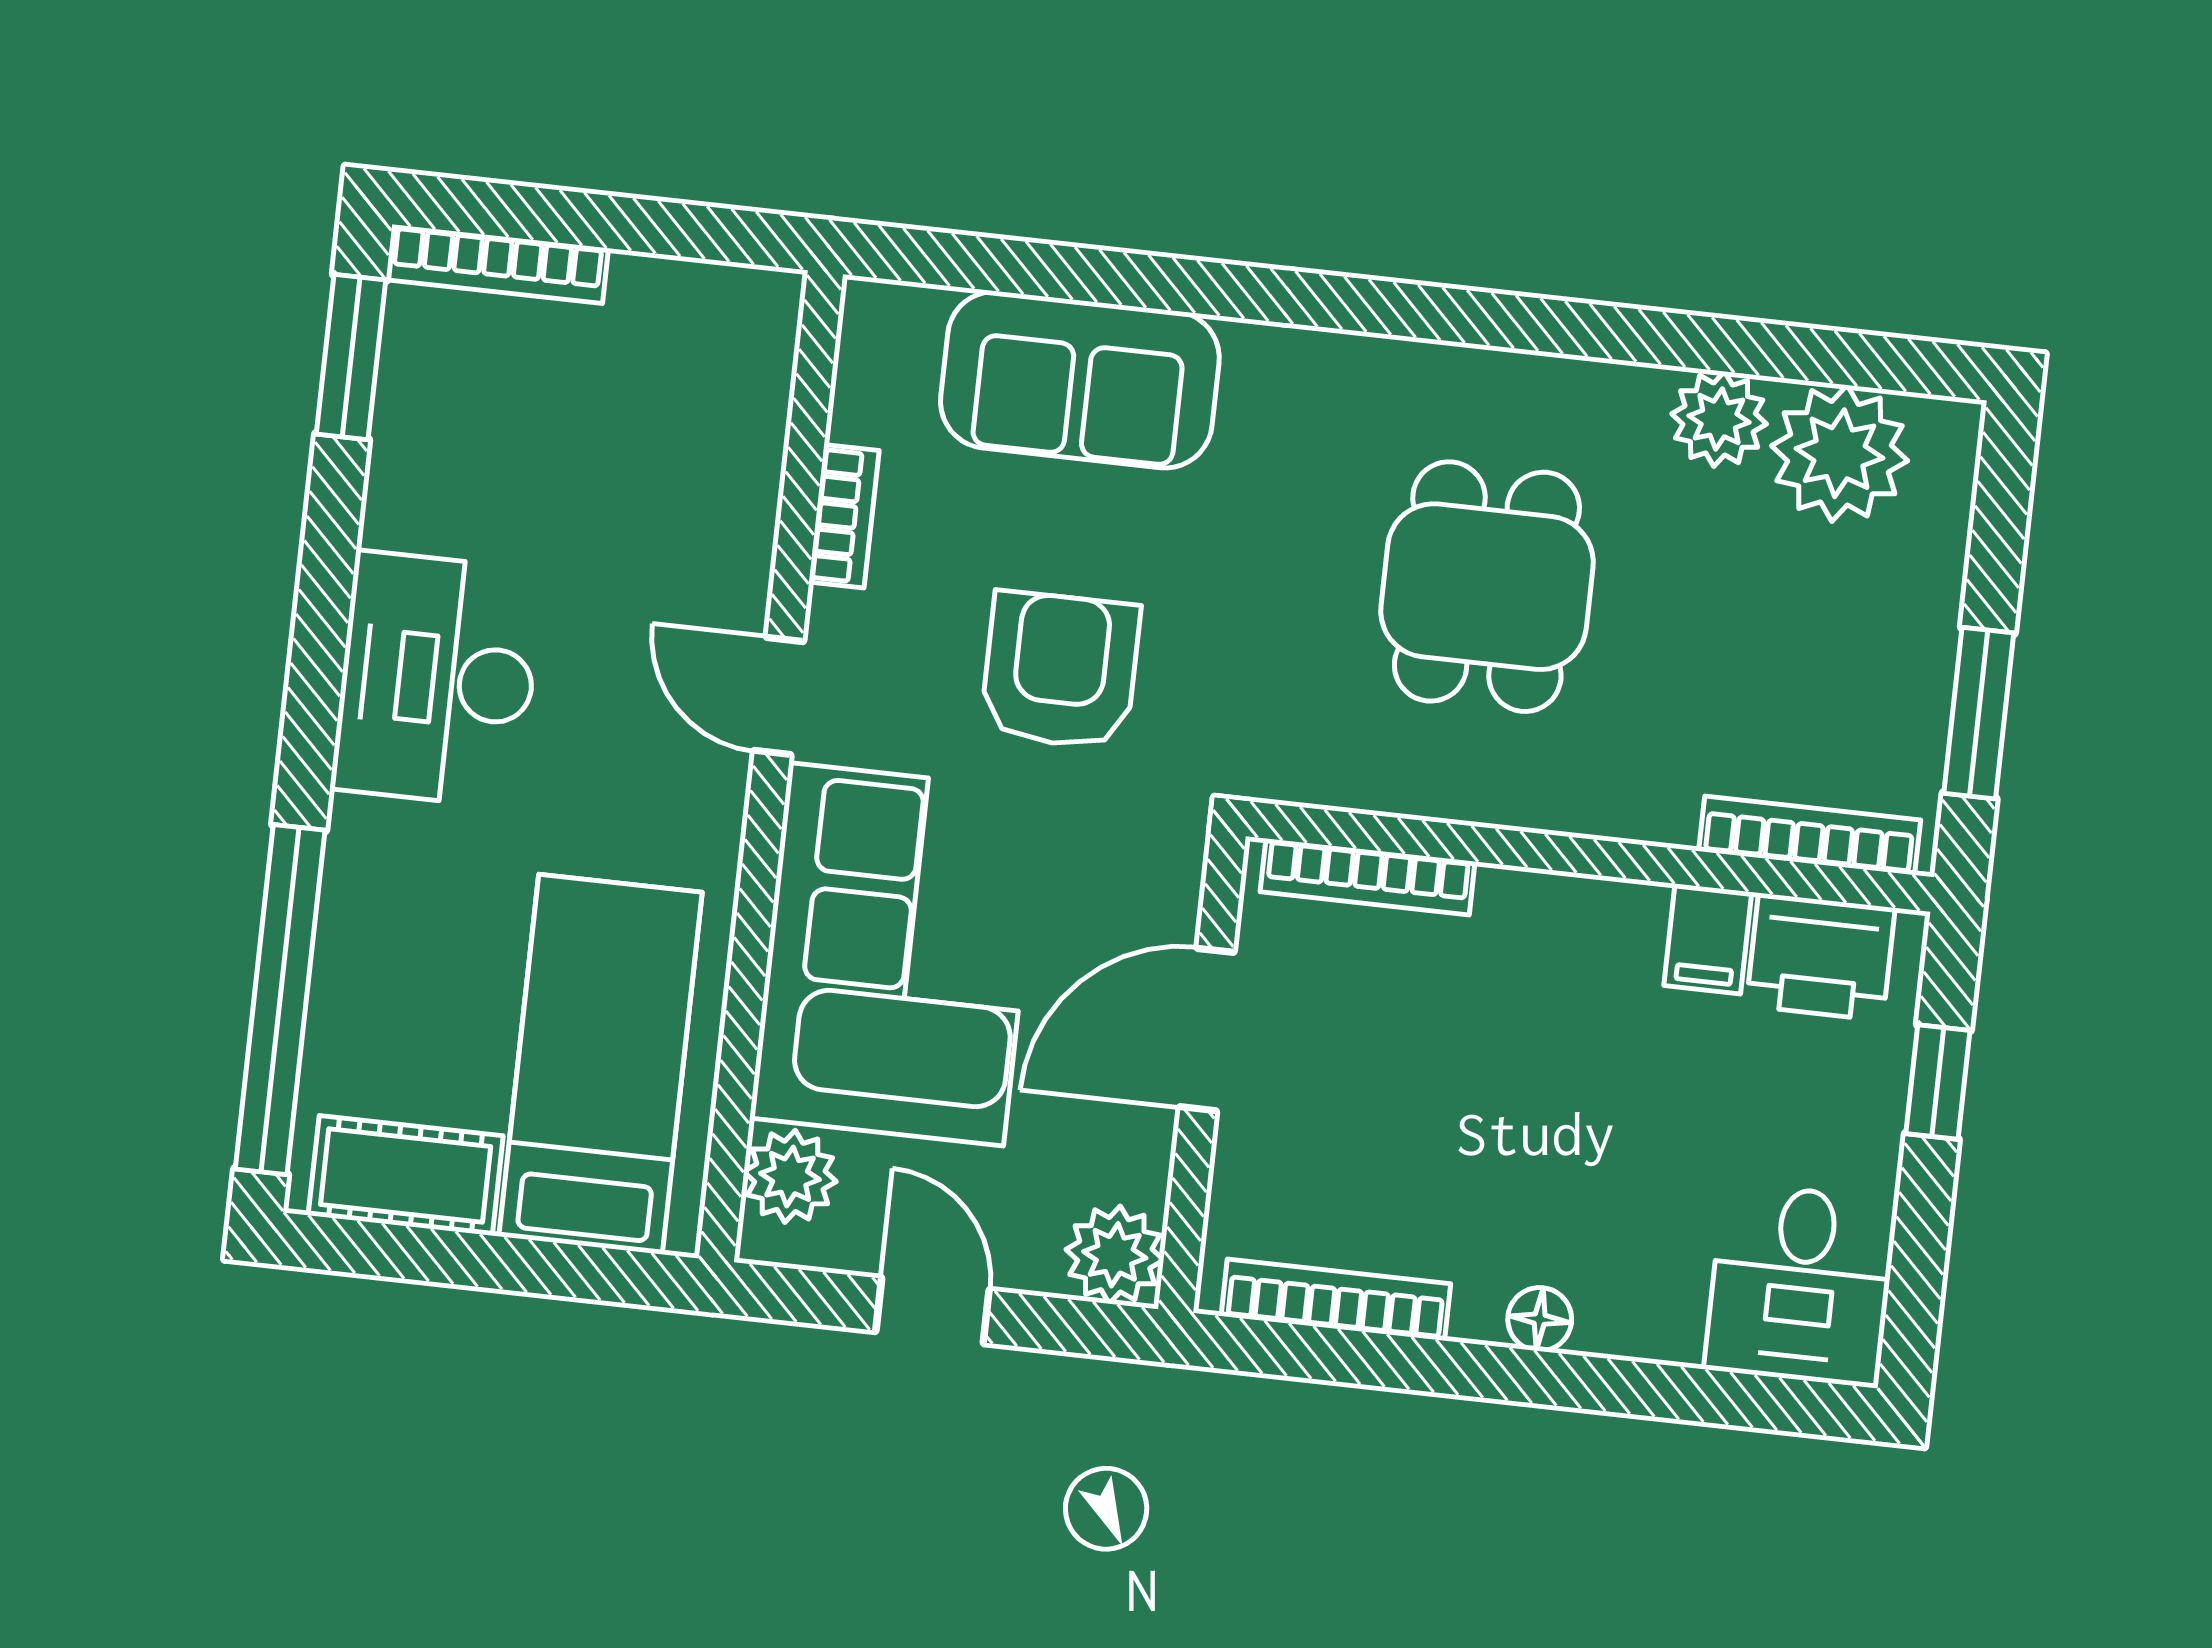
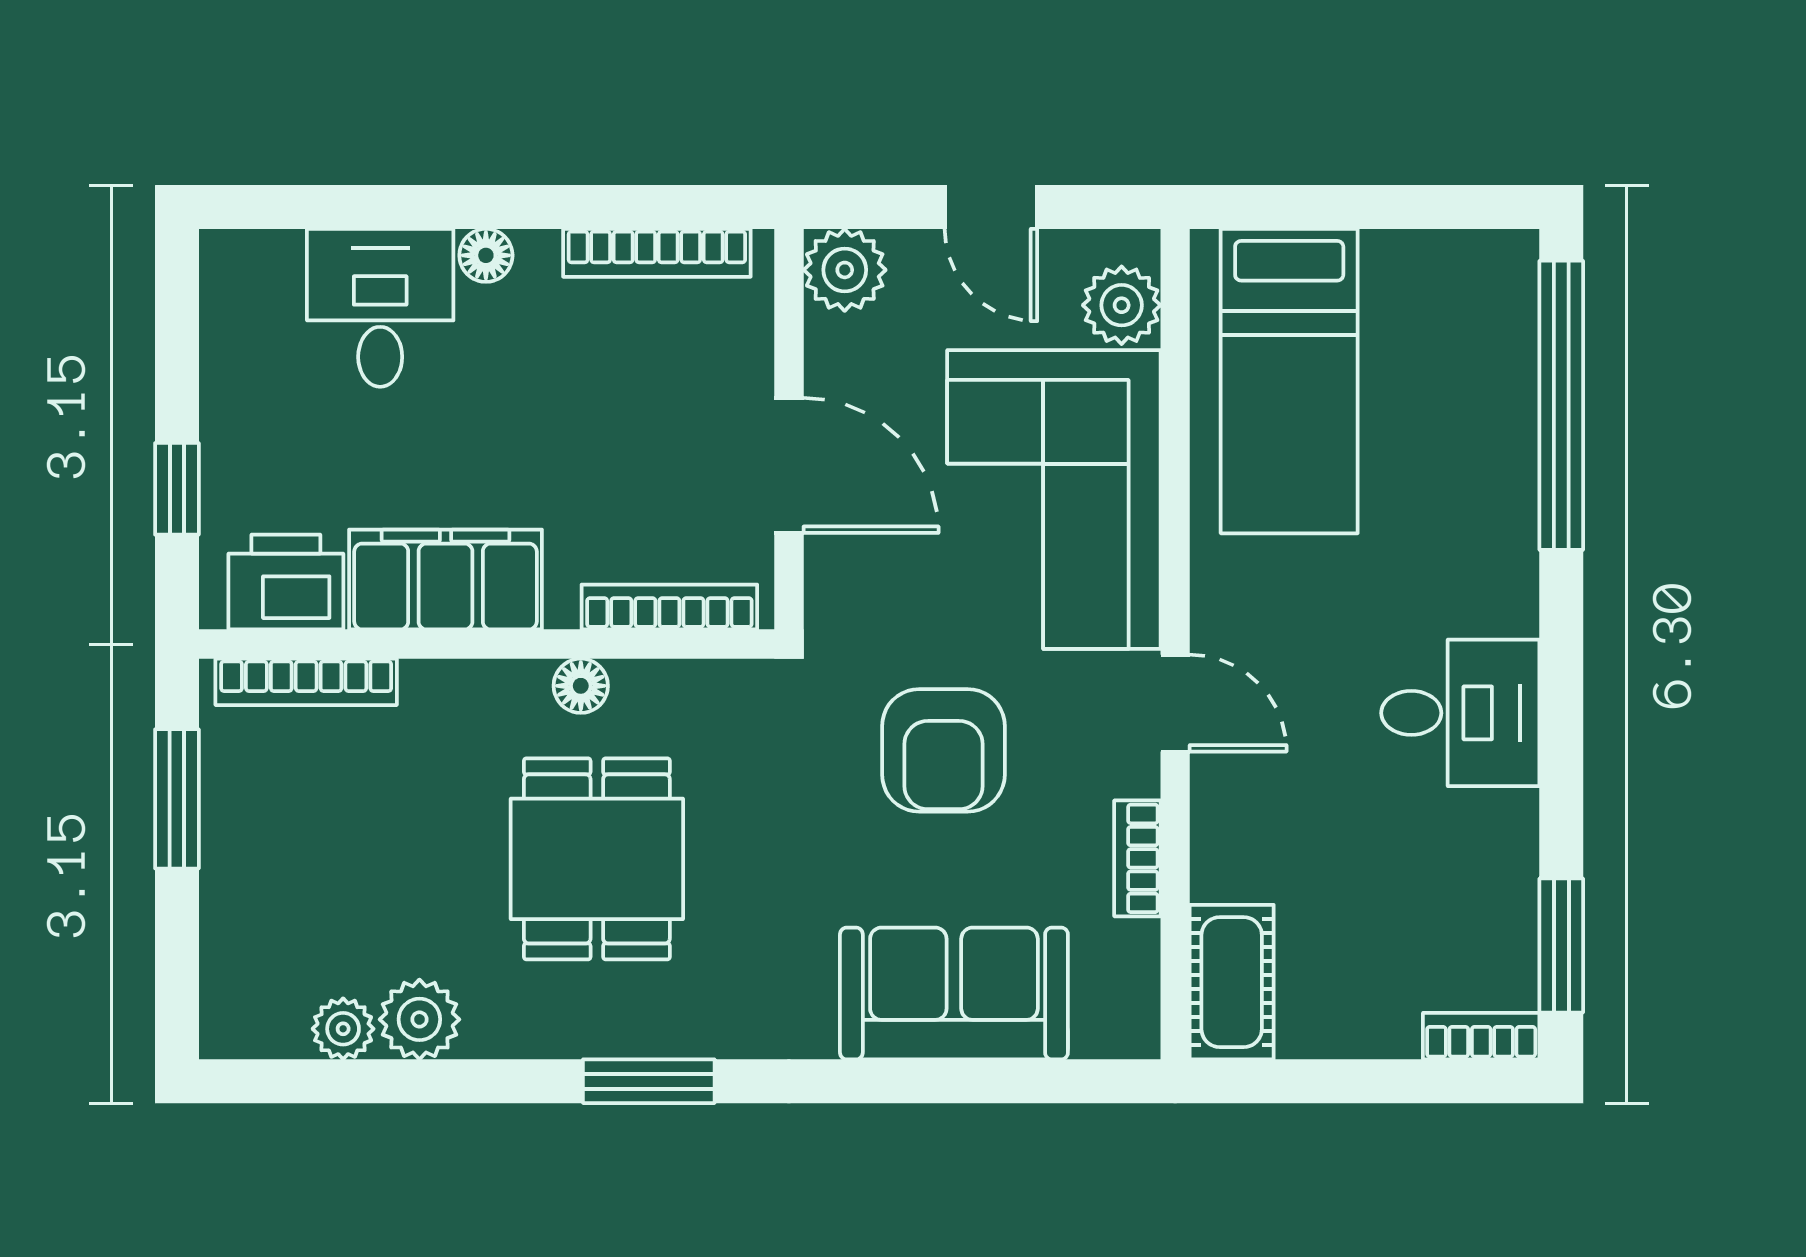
bookcase: (497, 264) -> (1481, 1036), width x0.64
window: (1454, 315) -> (649, 1081), added
plant: (1840, 453) -> (343, 1029), width x0.53, depth x0.53
desk: (437, 679) -> (1460, 713), width x0.73
floor lamp: (1483, 795) -> (581, 686), added
filing cabinet: (1708, 939) -> (446, 580), width x3.00, depth x1.17
door: (1207, 1030) -> (789, 465), hinge flipped
cot: (406, 1175) -> (1232, 982), moved, turned 90
desk: (1801, 1285) -> (380, 308), moved

